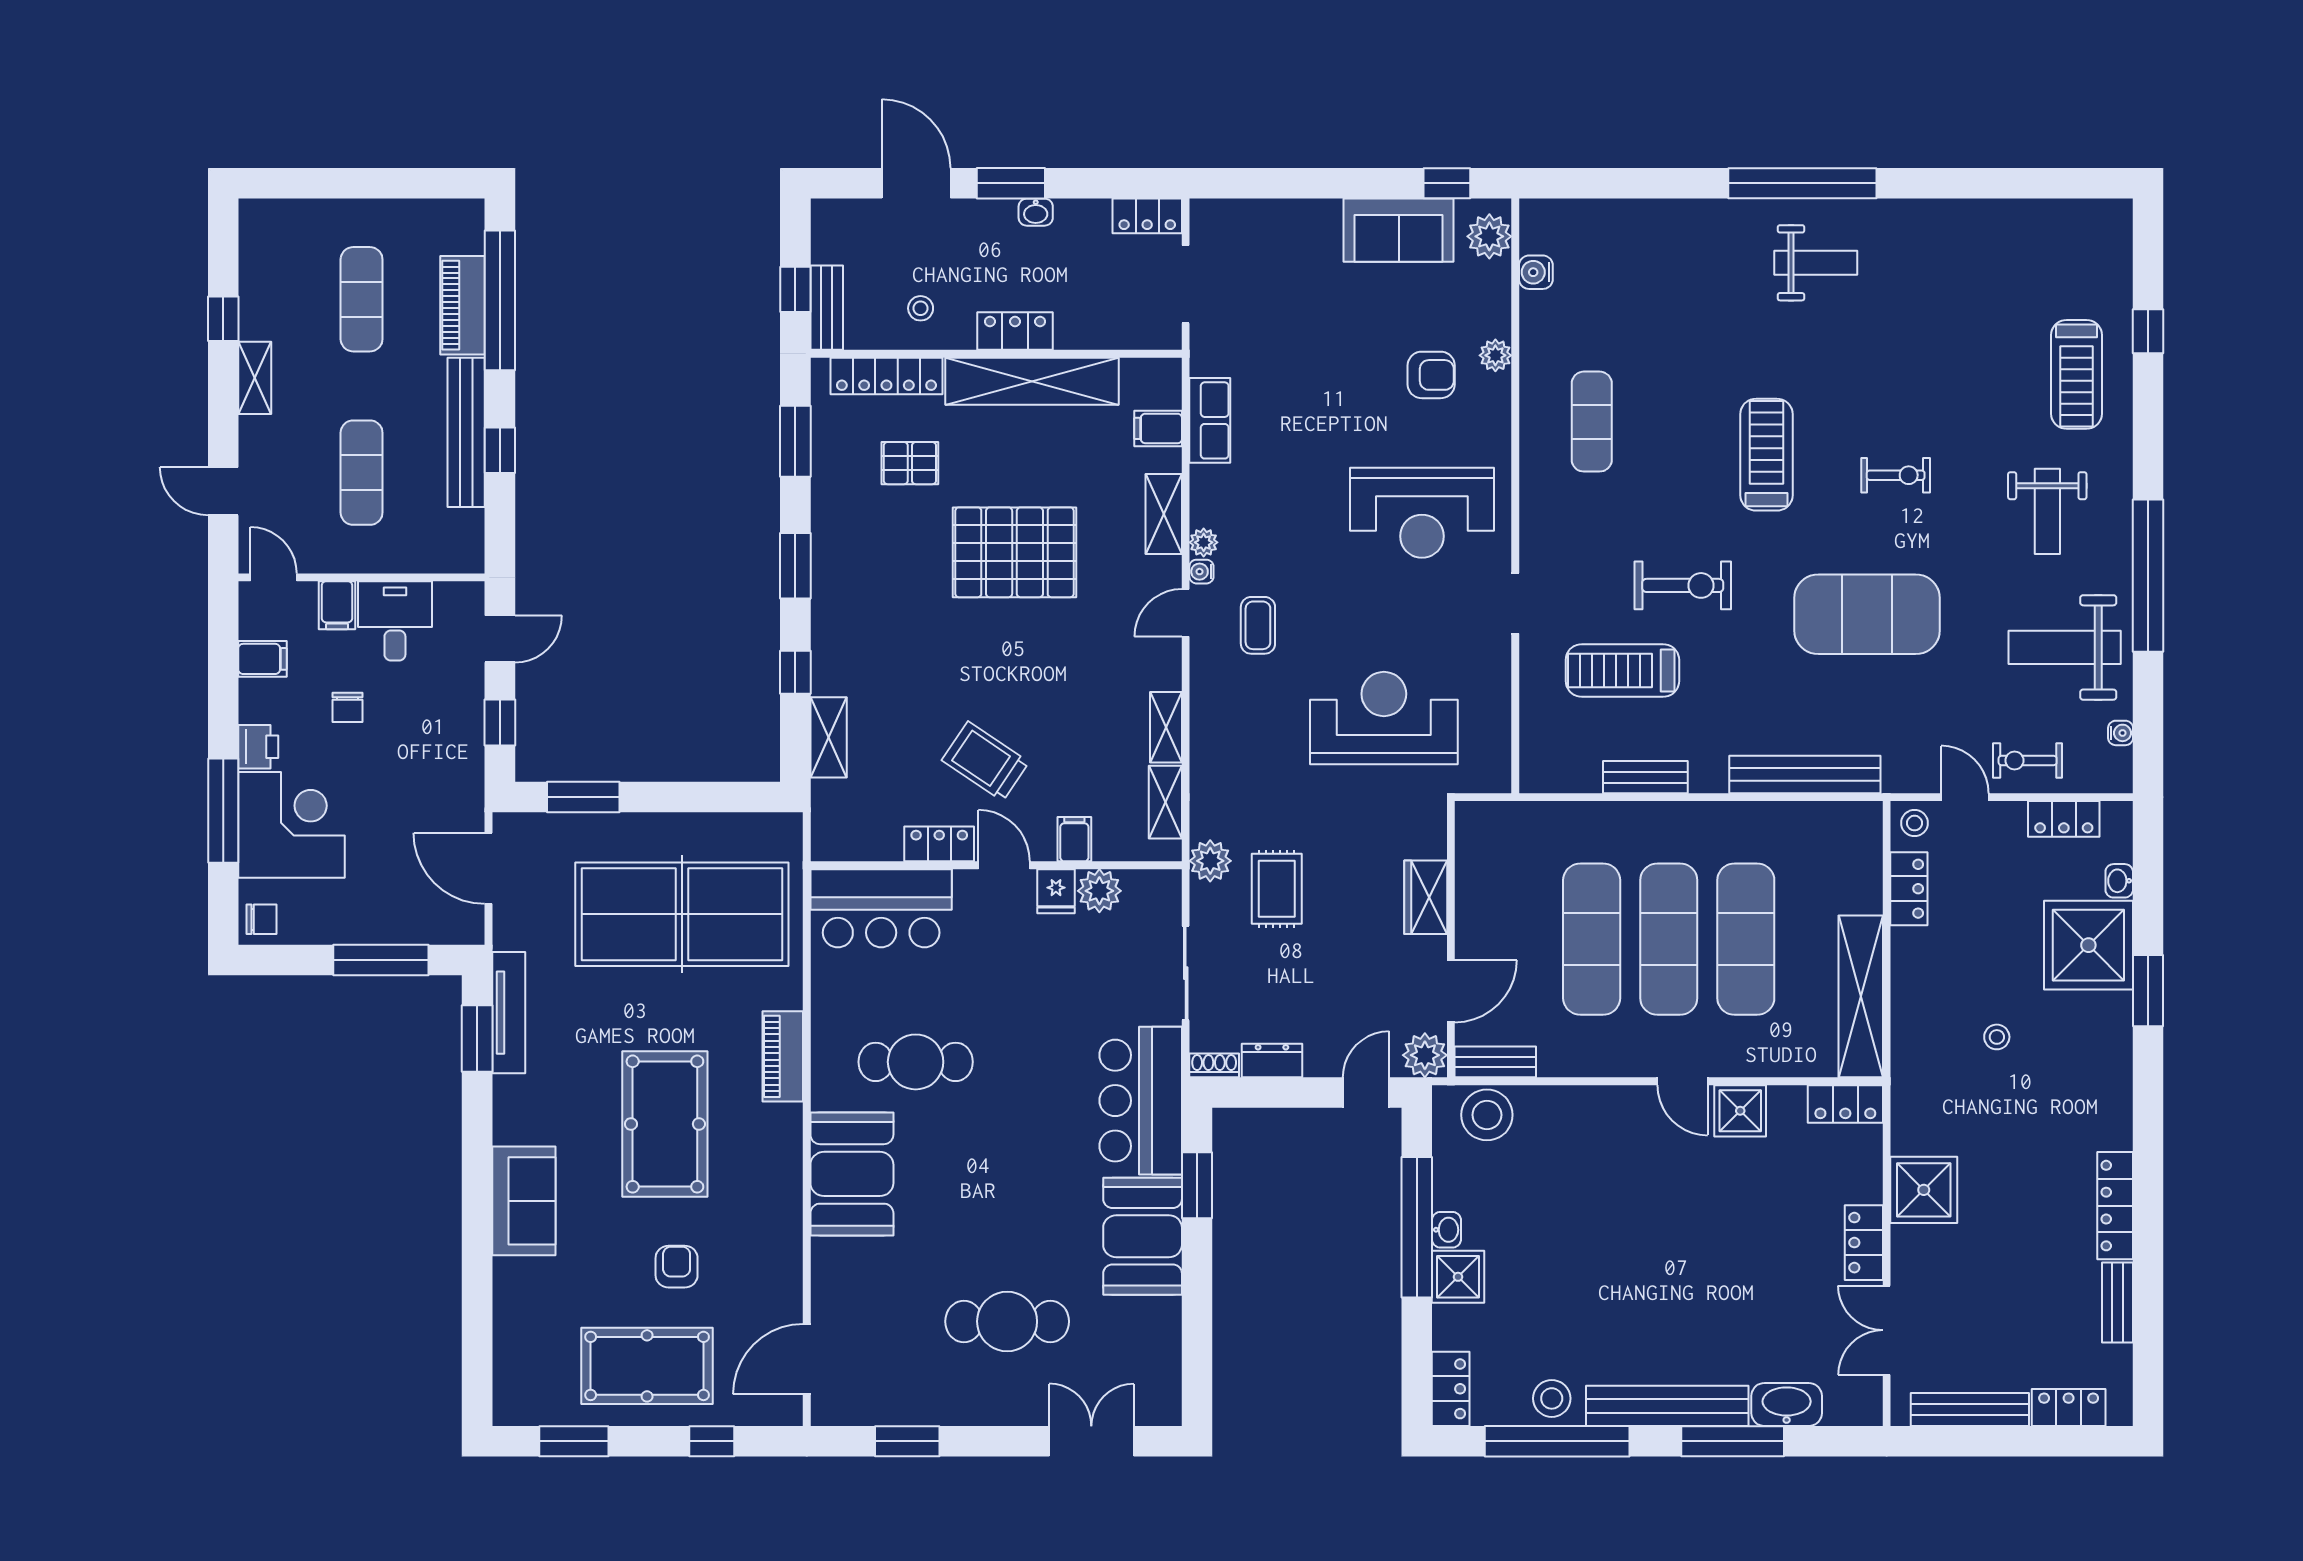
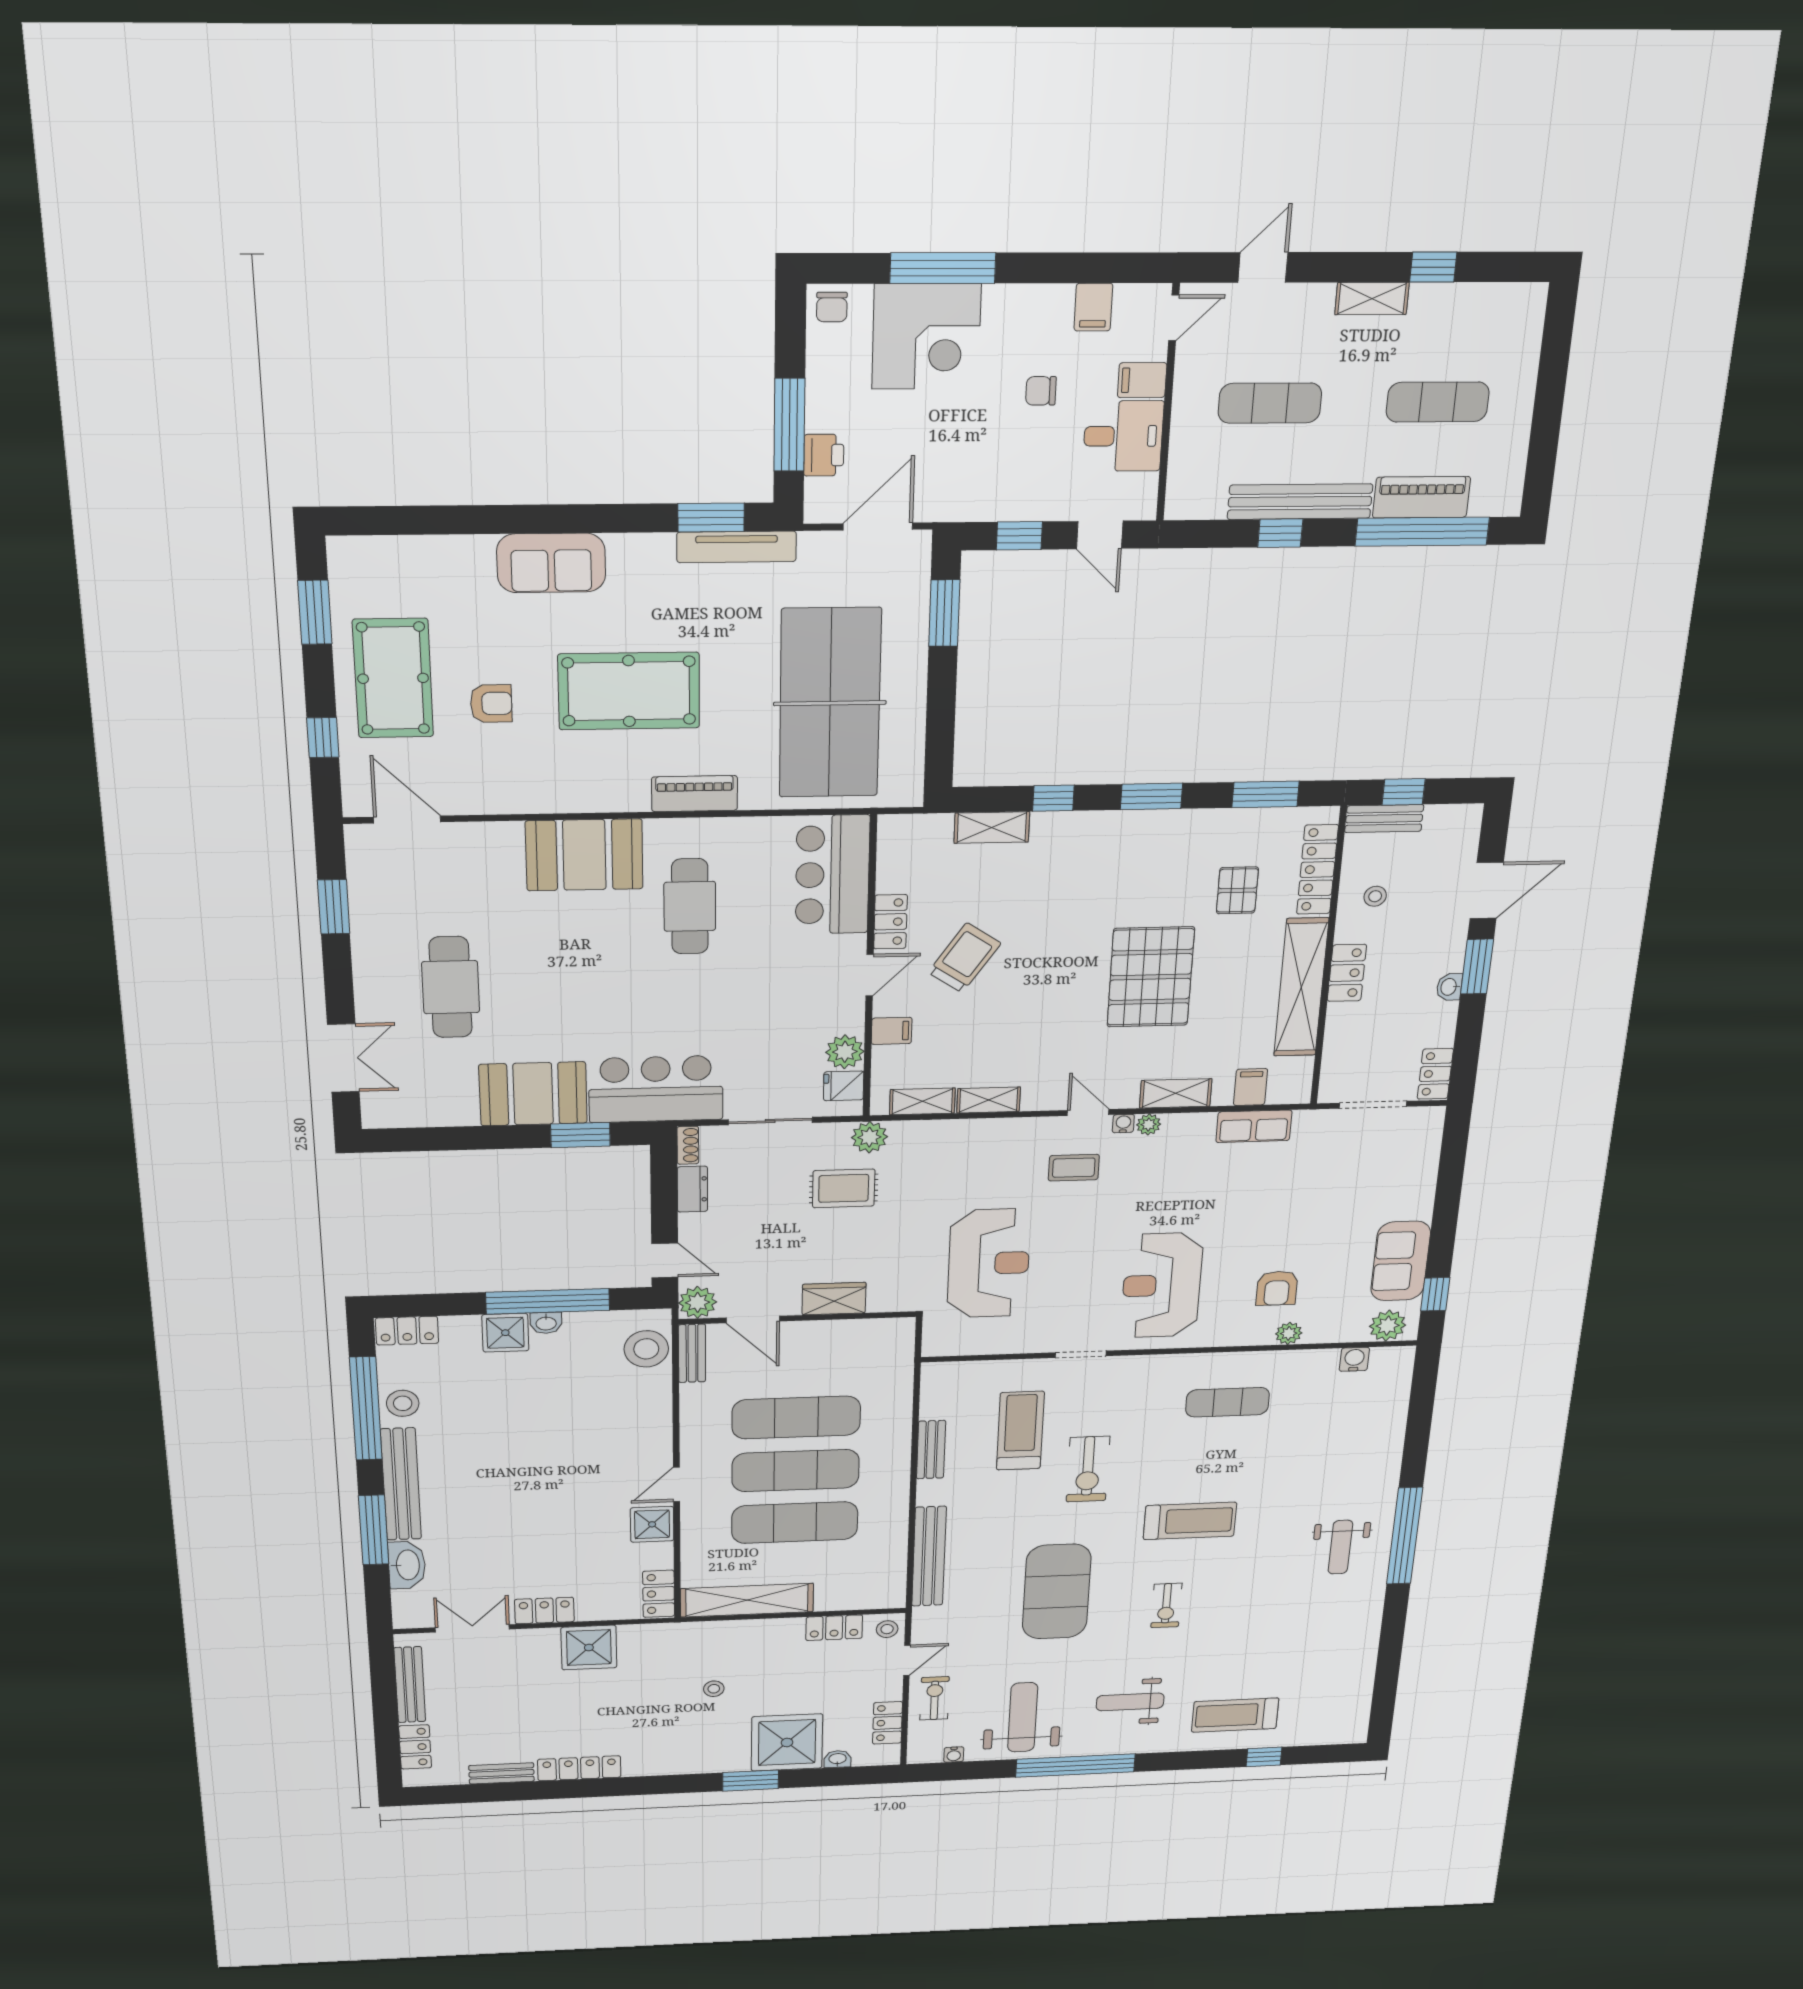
printer: (258, 747) -> (824, 455), moved, turned -90
fridge: (1056, 891) -> (844, 1086), moved

